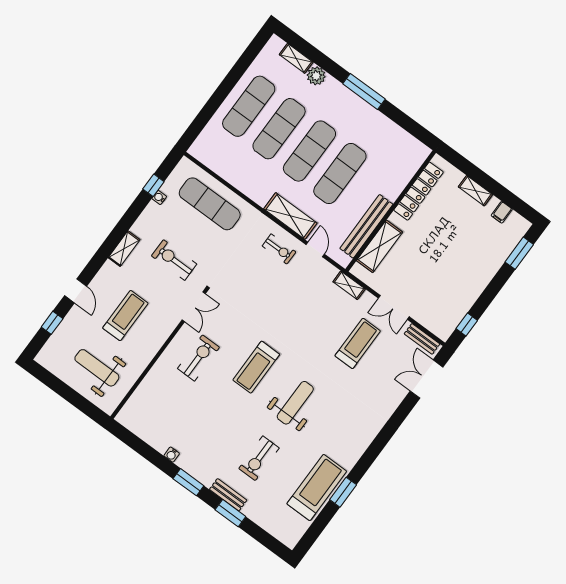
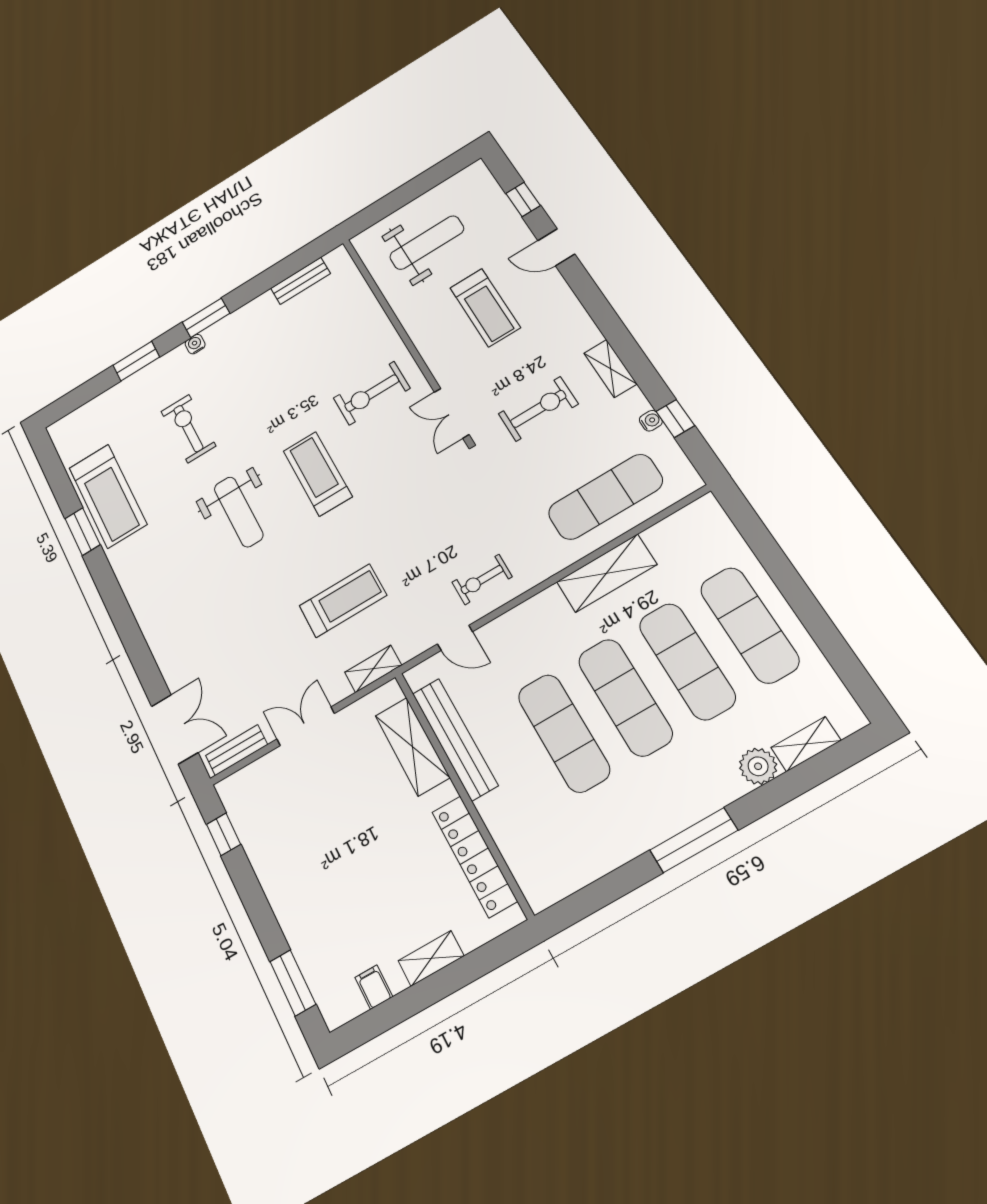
shelving: (290, 216) -> (607, 573), moved
shelving: (124, 249) -> (610, 369), moved
treadmill: (358, 343) -> (343, 601), moved, turned -90
exercise bike: (199, 358) -> (372, 393), turned 90
water cooler: (172, 455) -> (195, 344), moved
bench: (228, 495) -> (300, 281), moved

